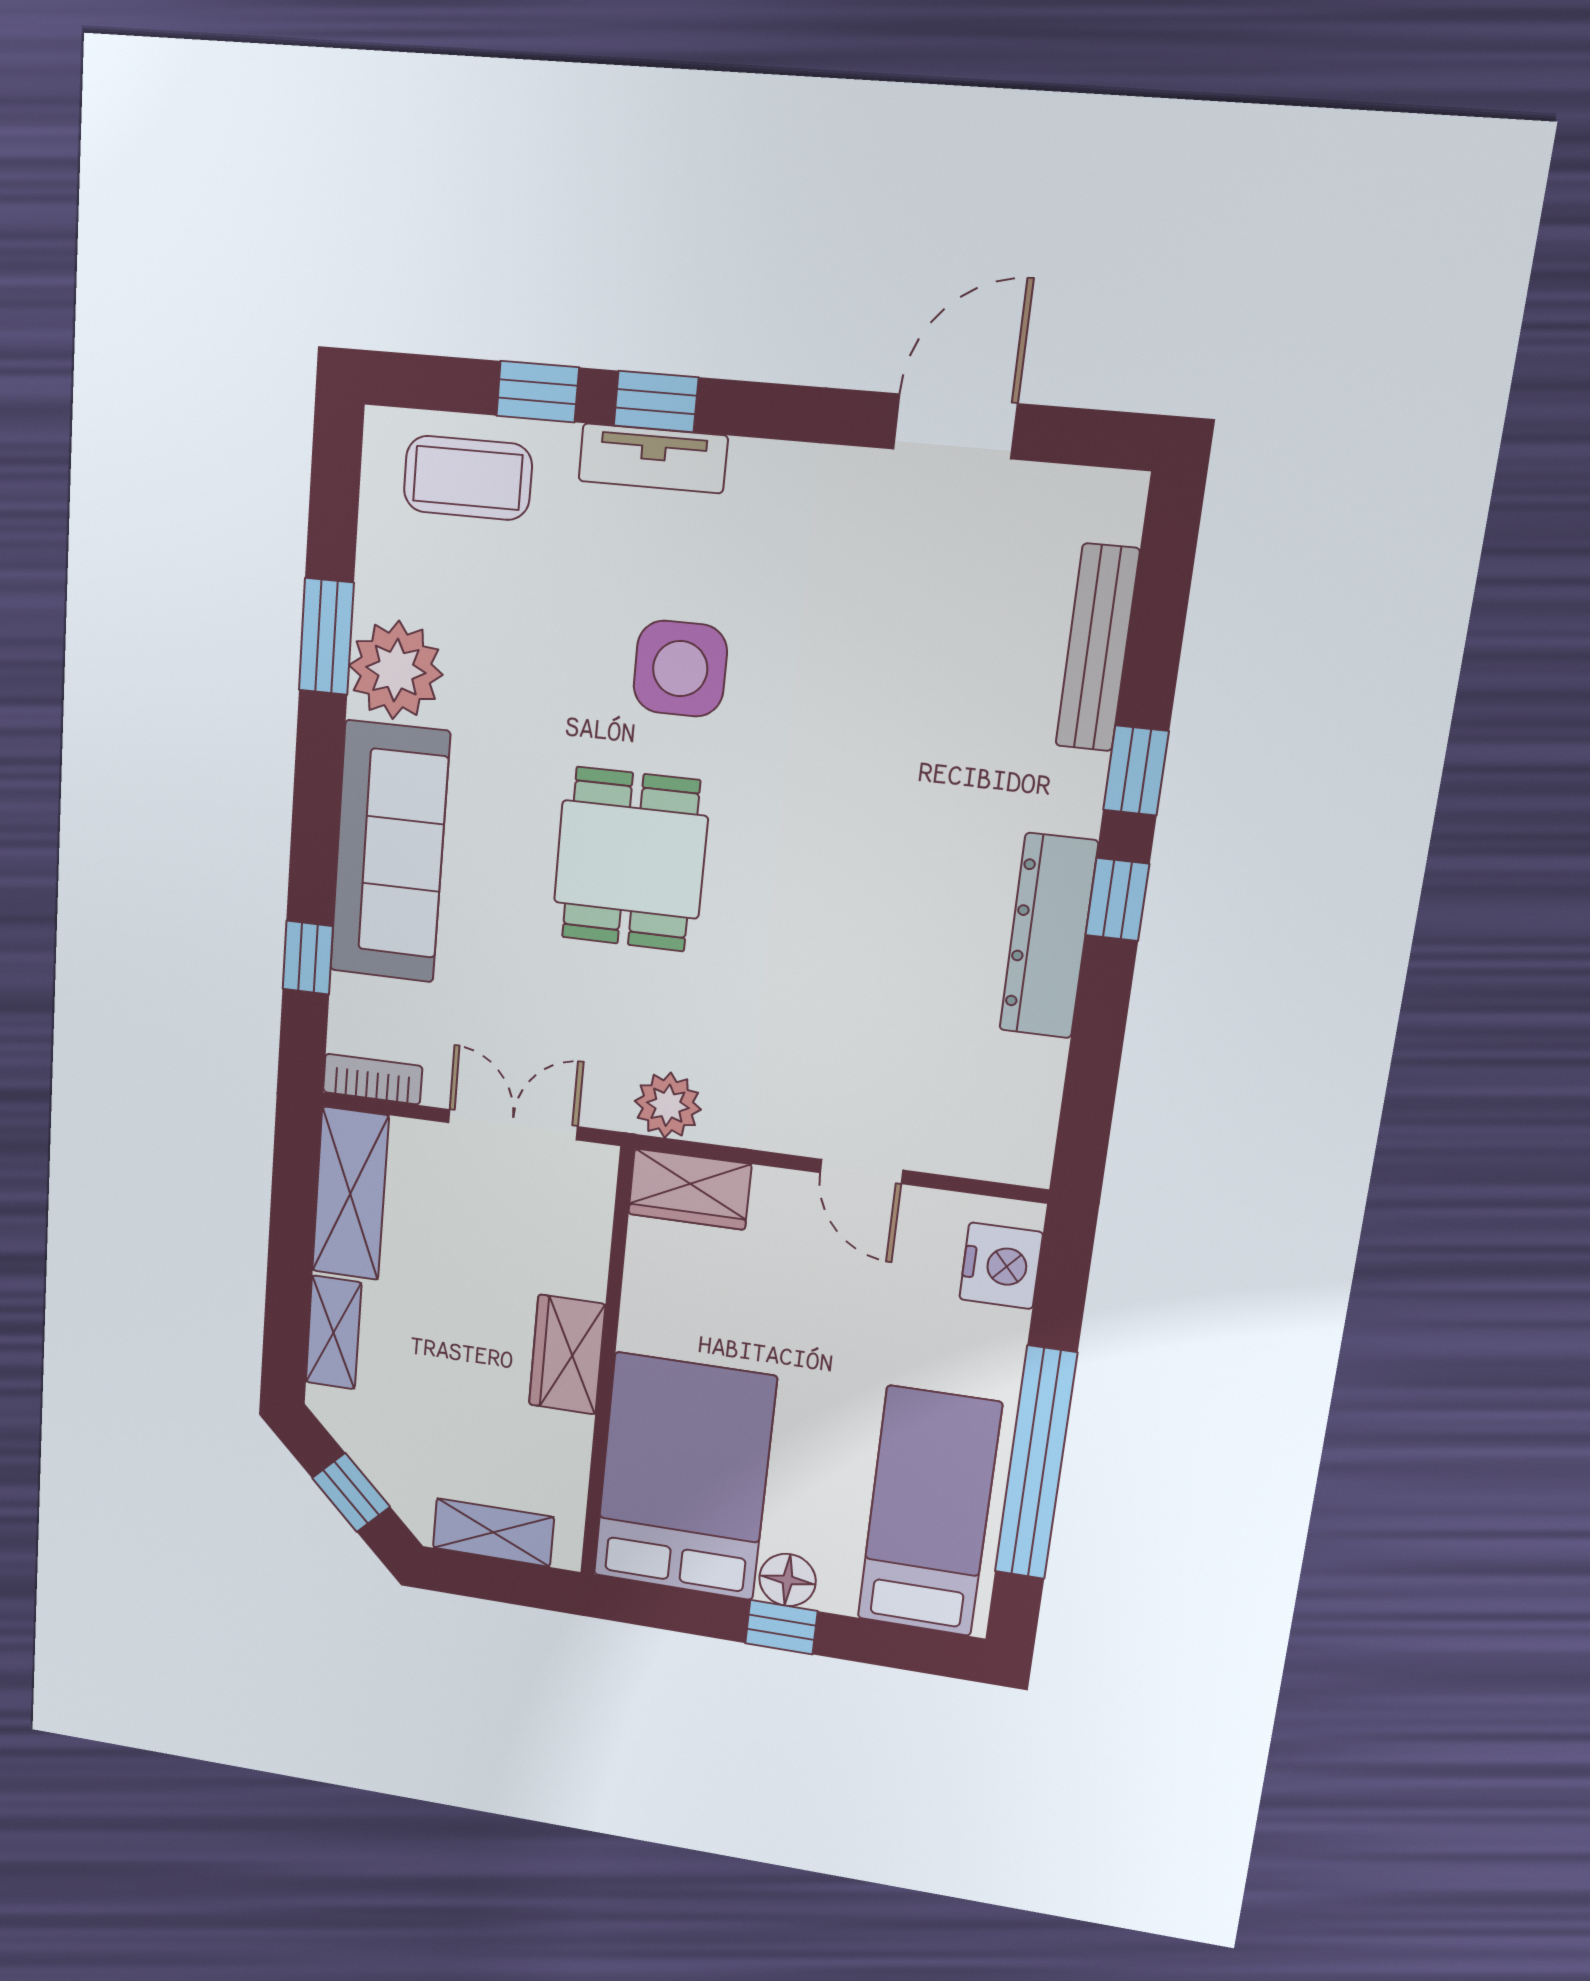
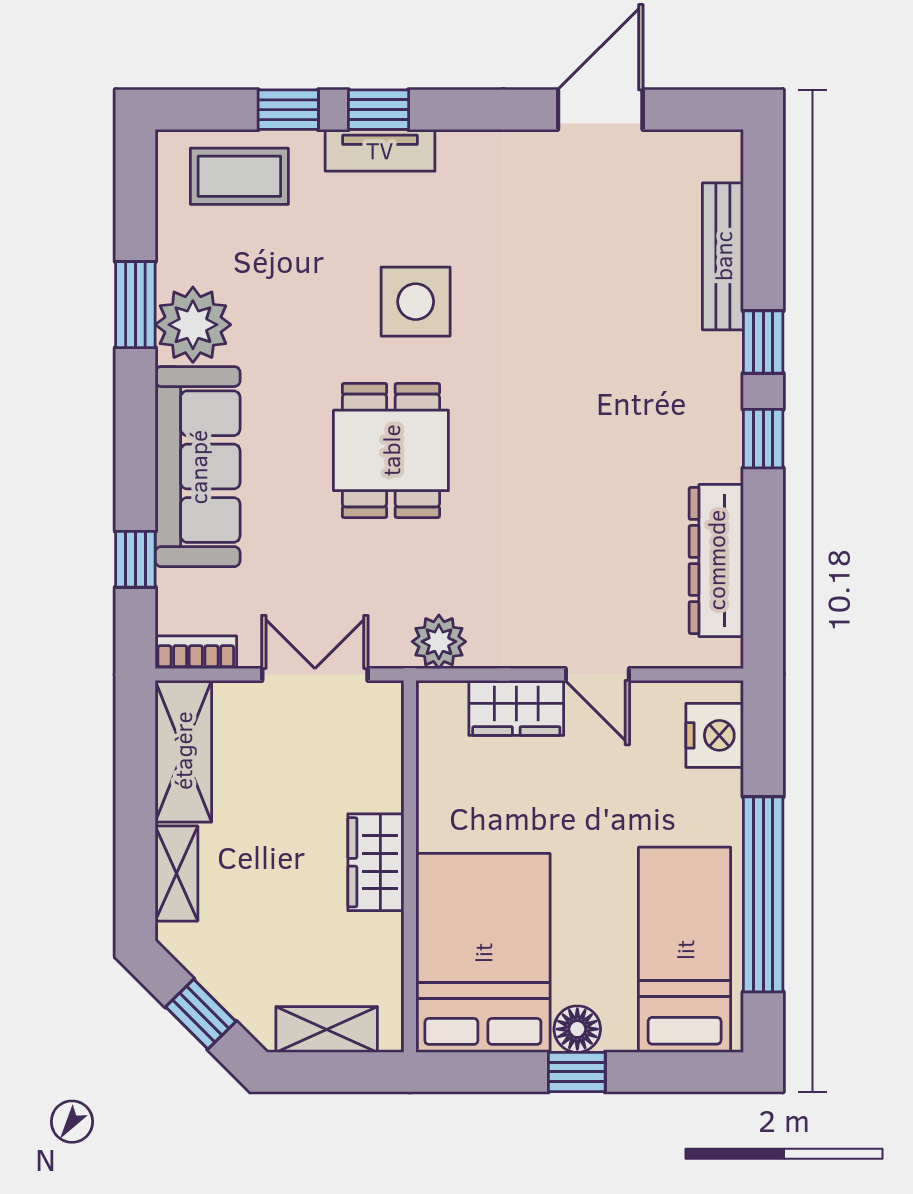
dresser: (1048, 936) -> (716, 560), moved
wardrobe: (690, 1189) -> (516, 708), moved

